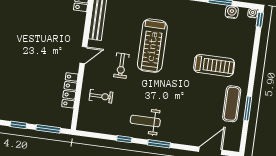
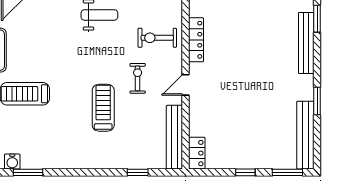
treadmill: (152, 46) -> (103, 108), width x0.73, depth x0.73
exercise bike: (101, 96) -> (157, 38), width x1.38, depth x1.39

